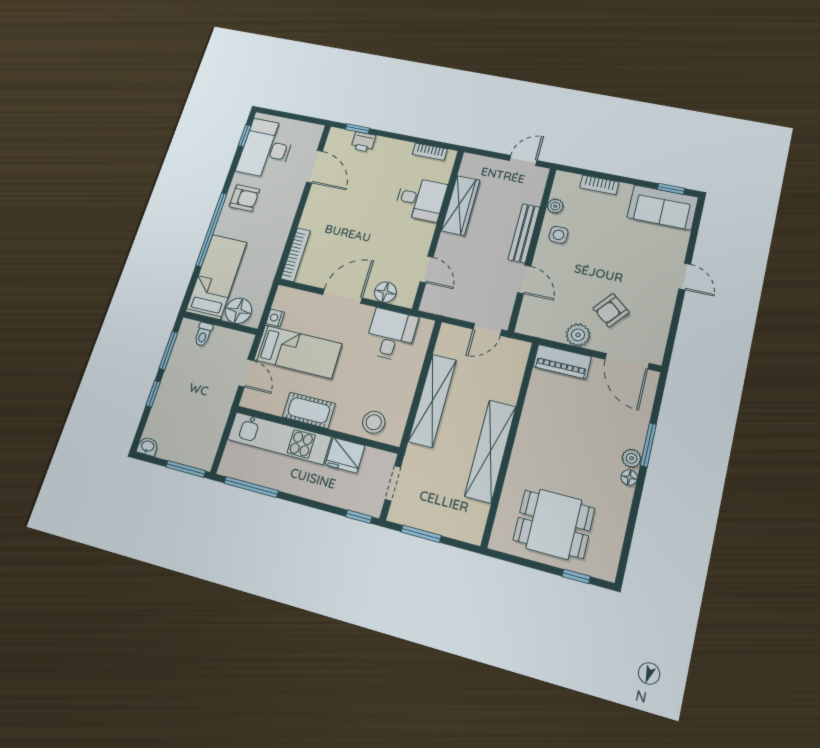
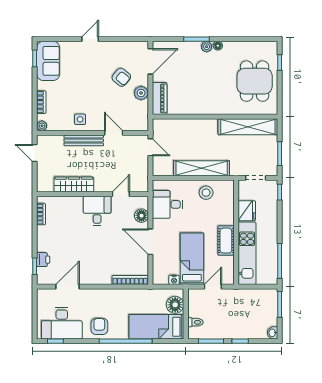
desk: (421, 199) -> (97, 211), moved
plant: (555, 206) -> (42, 126), moved
door: (524, 279) -> (114, 133), hinge flipped
stool: (374, 422) -> (206, 193), moved
shelving: (490, 451) -> (248, 127), moved

